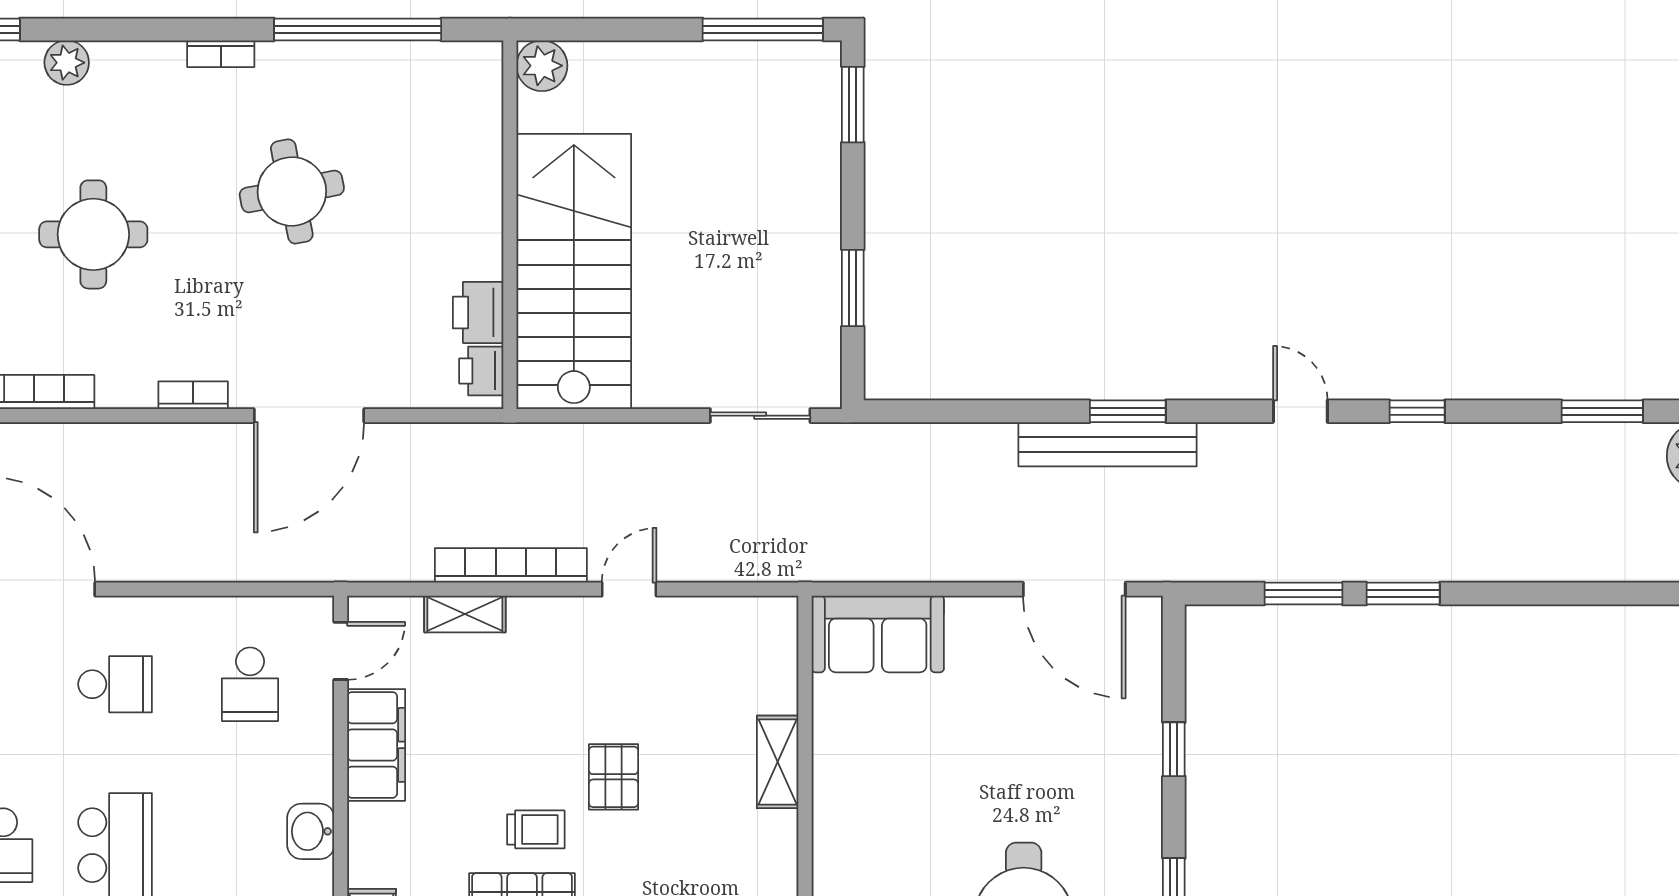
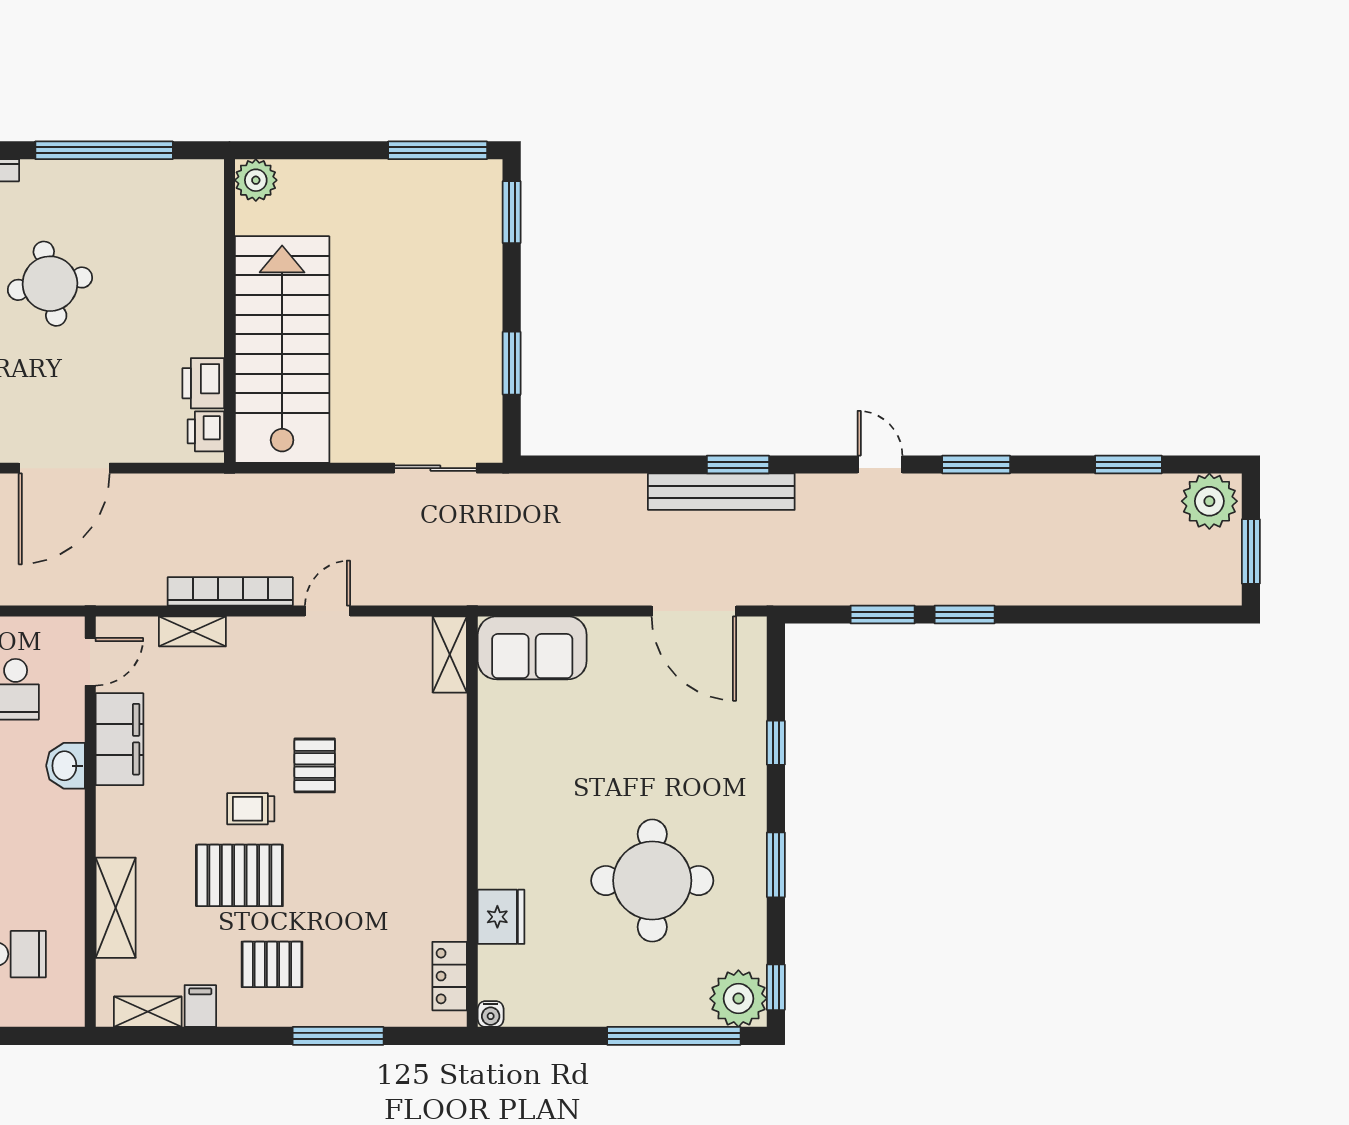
window: (1417, 411) -> (976, 465), width x1.50
shelving: (778, 762) -> (450, 654), moved
trolley: (536, 829) -> (251, 809), turned 180
washbasin: (311, 831) -> (66, 766), moved

